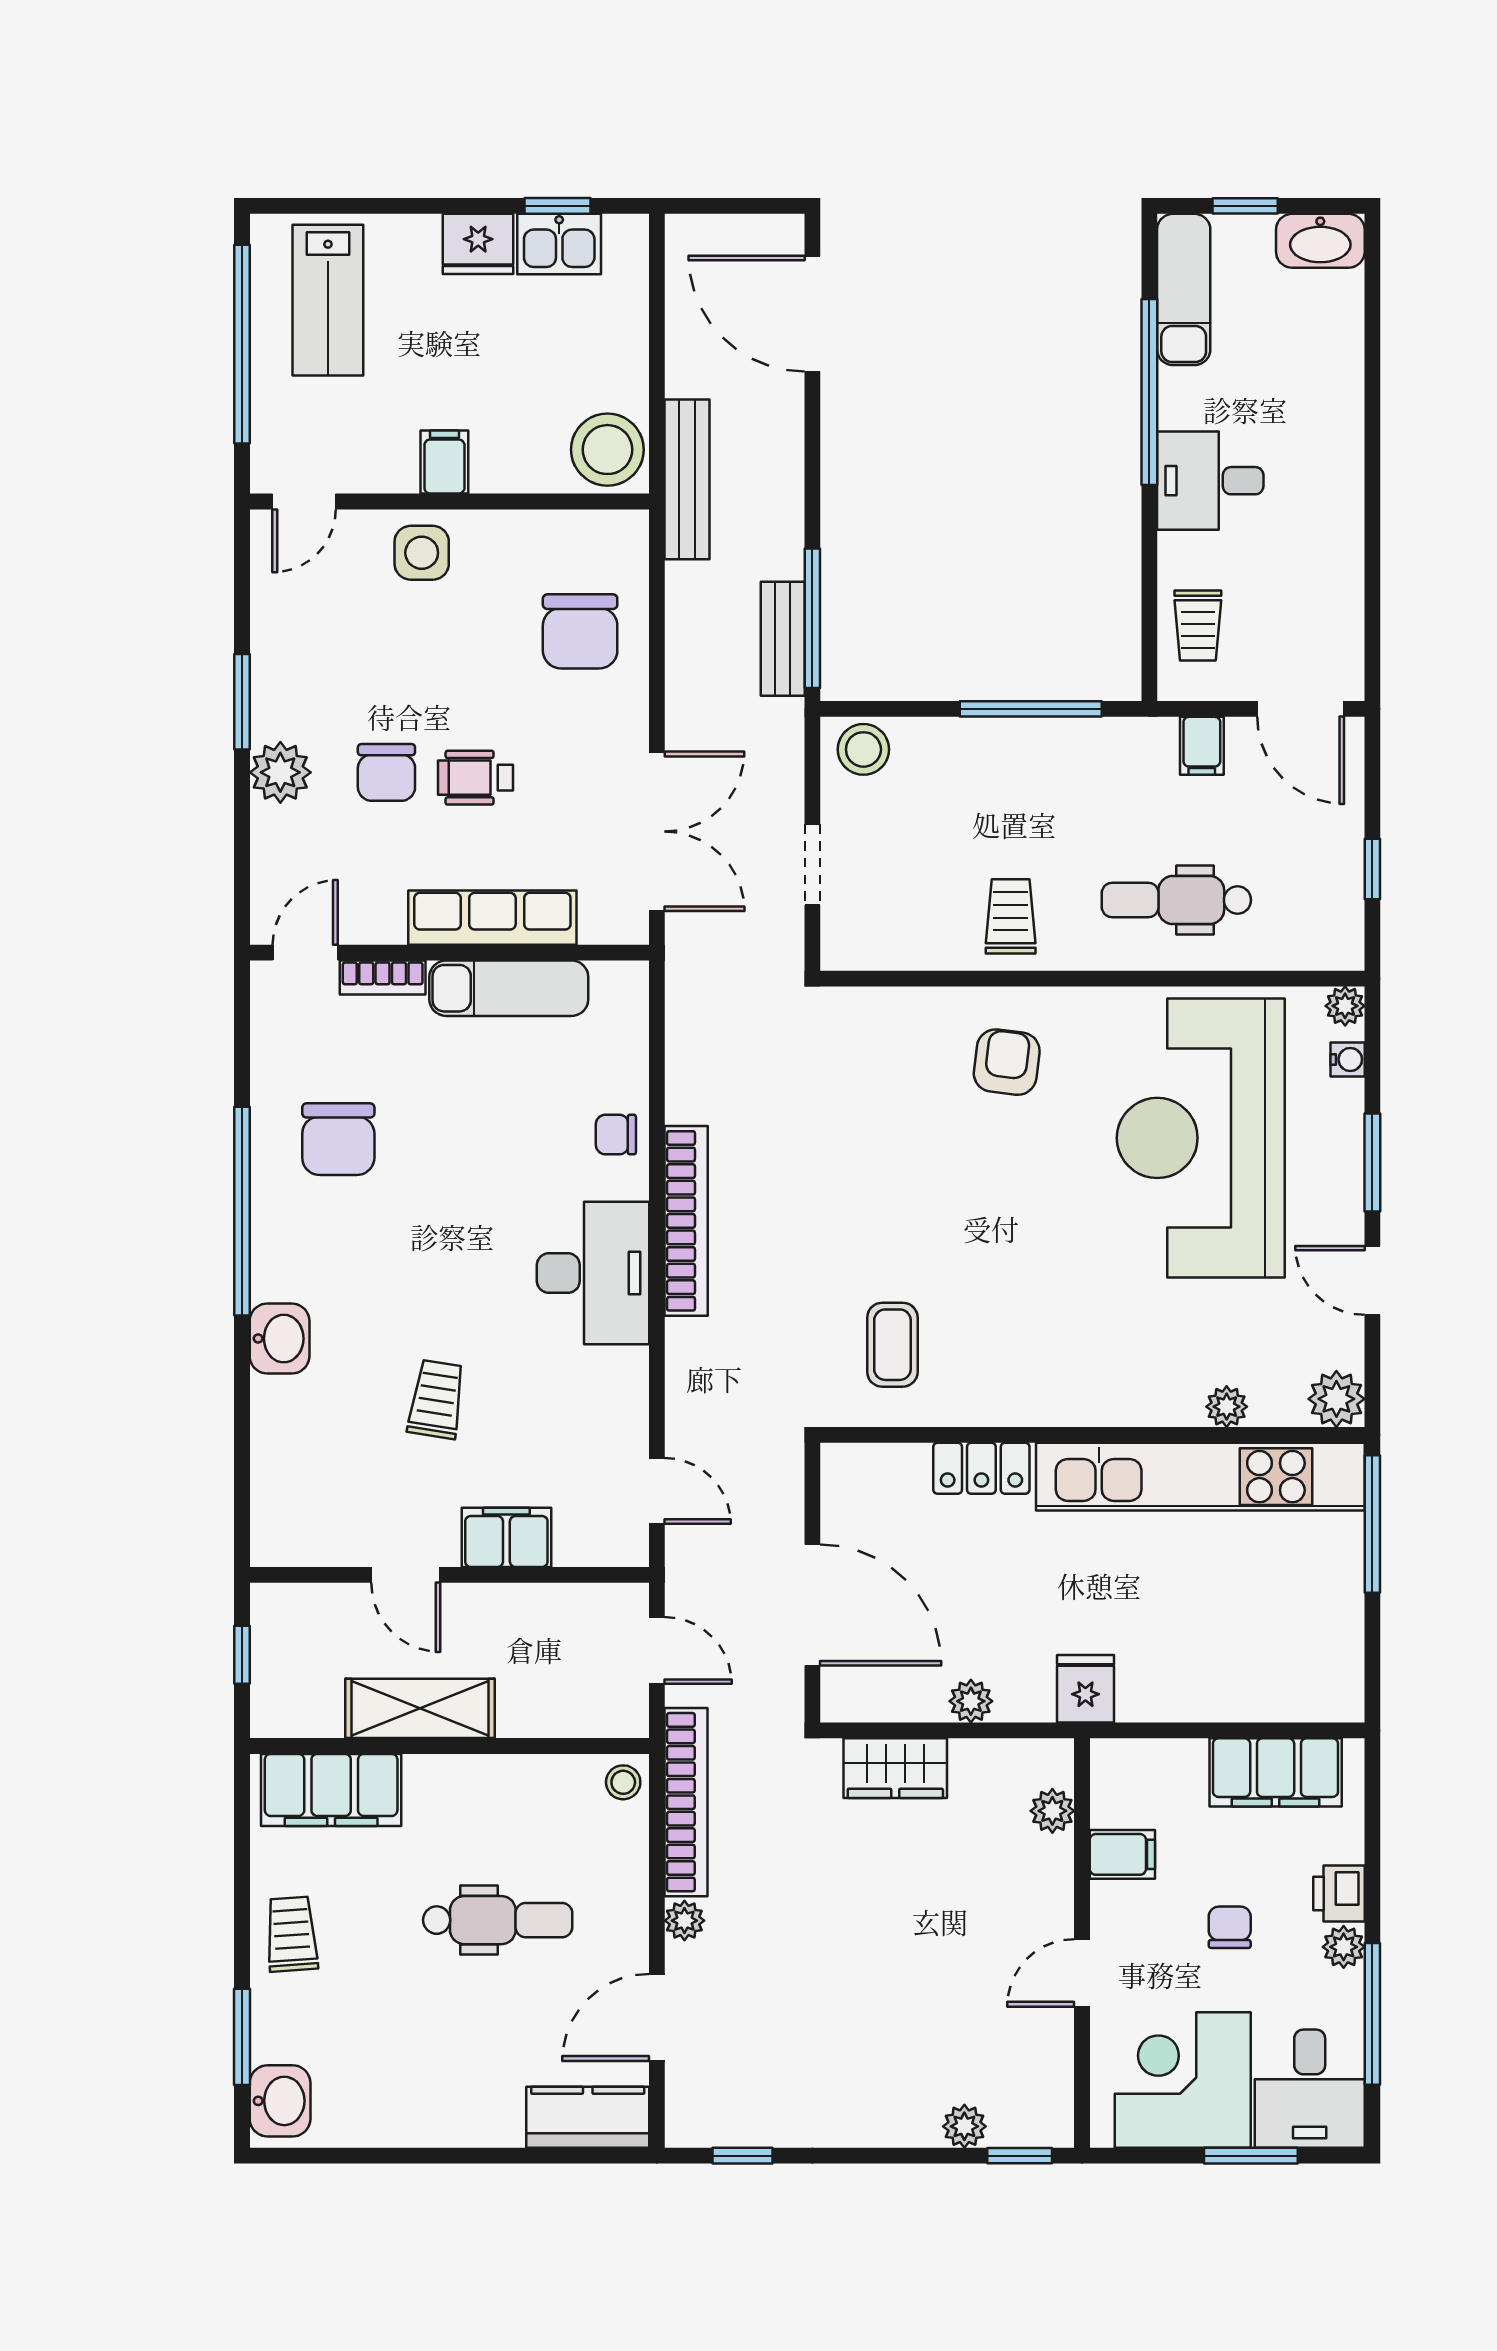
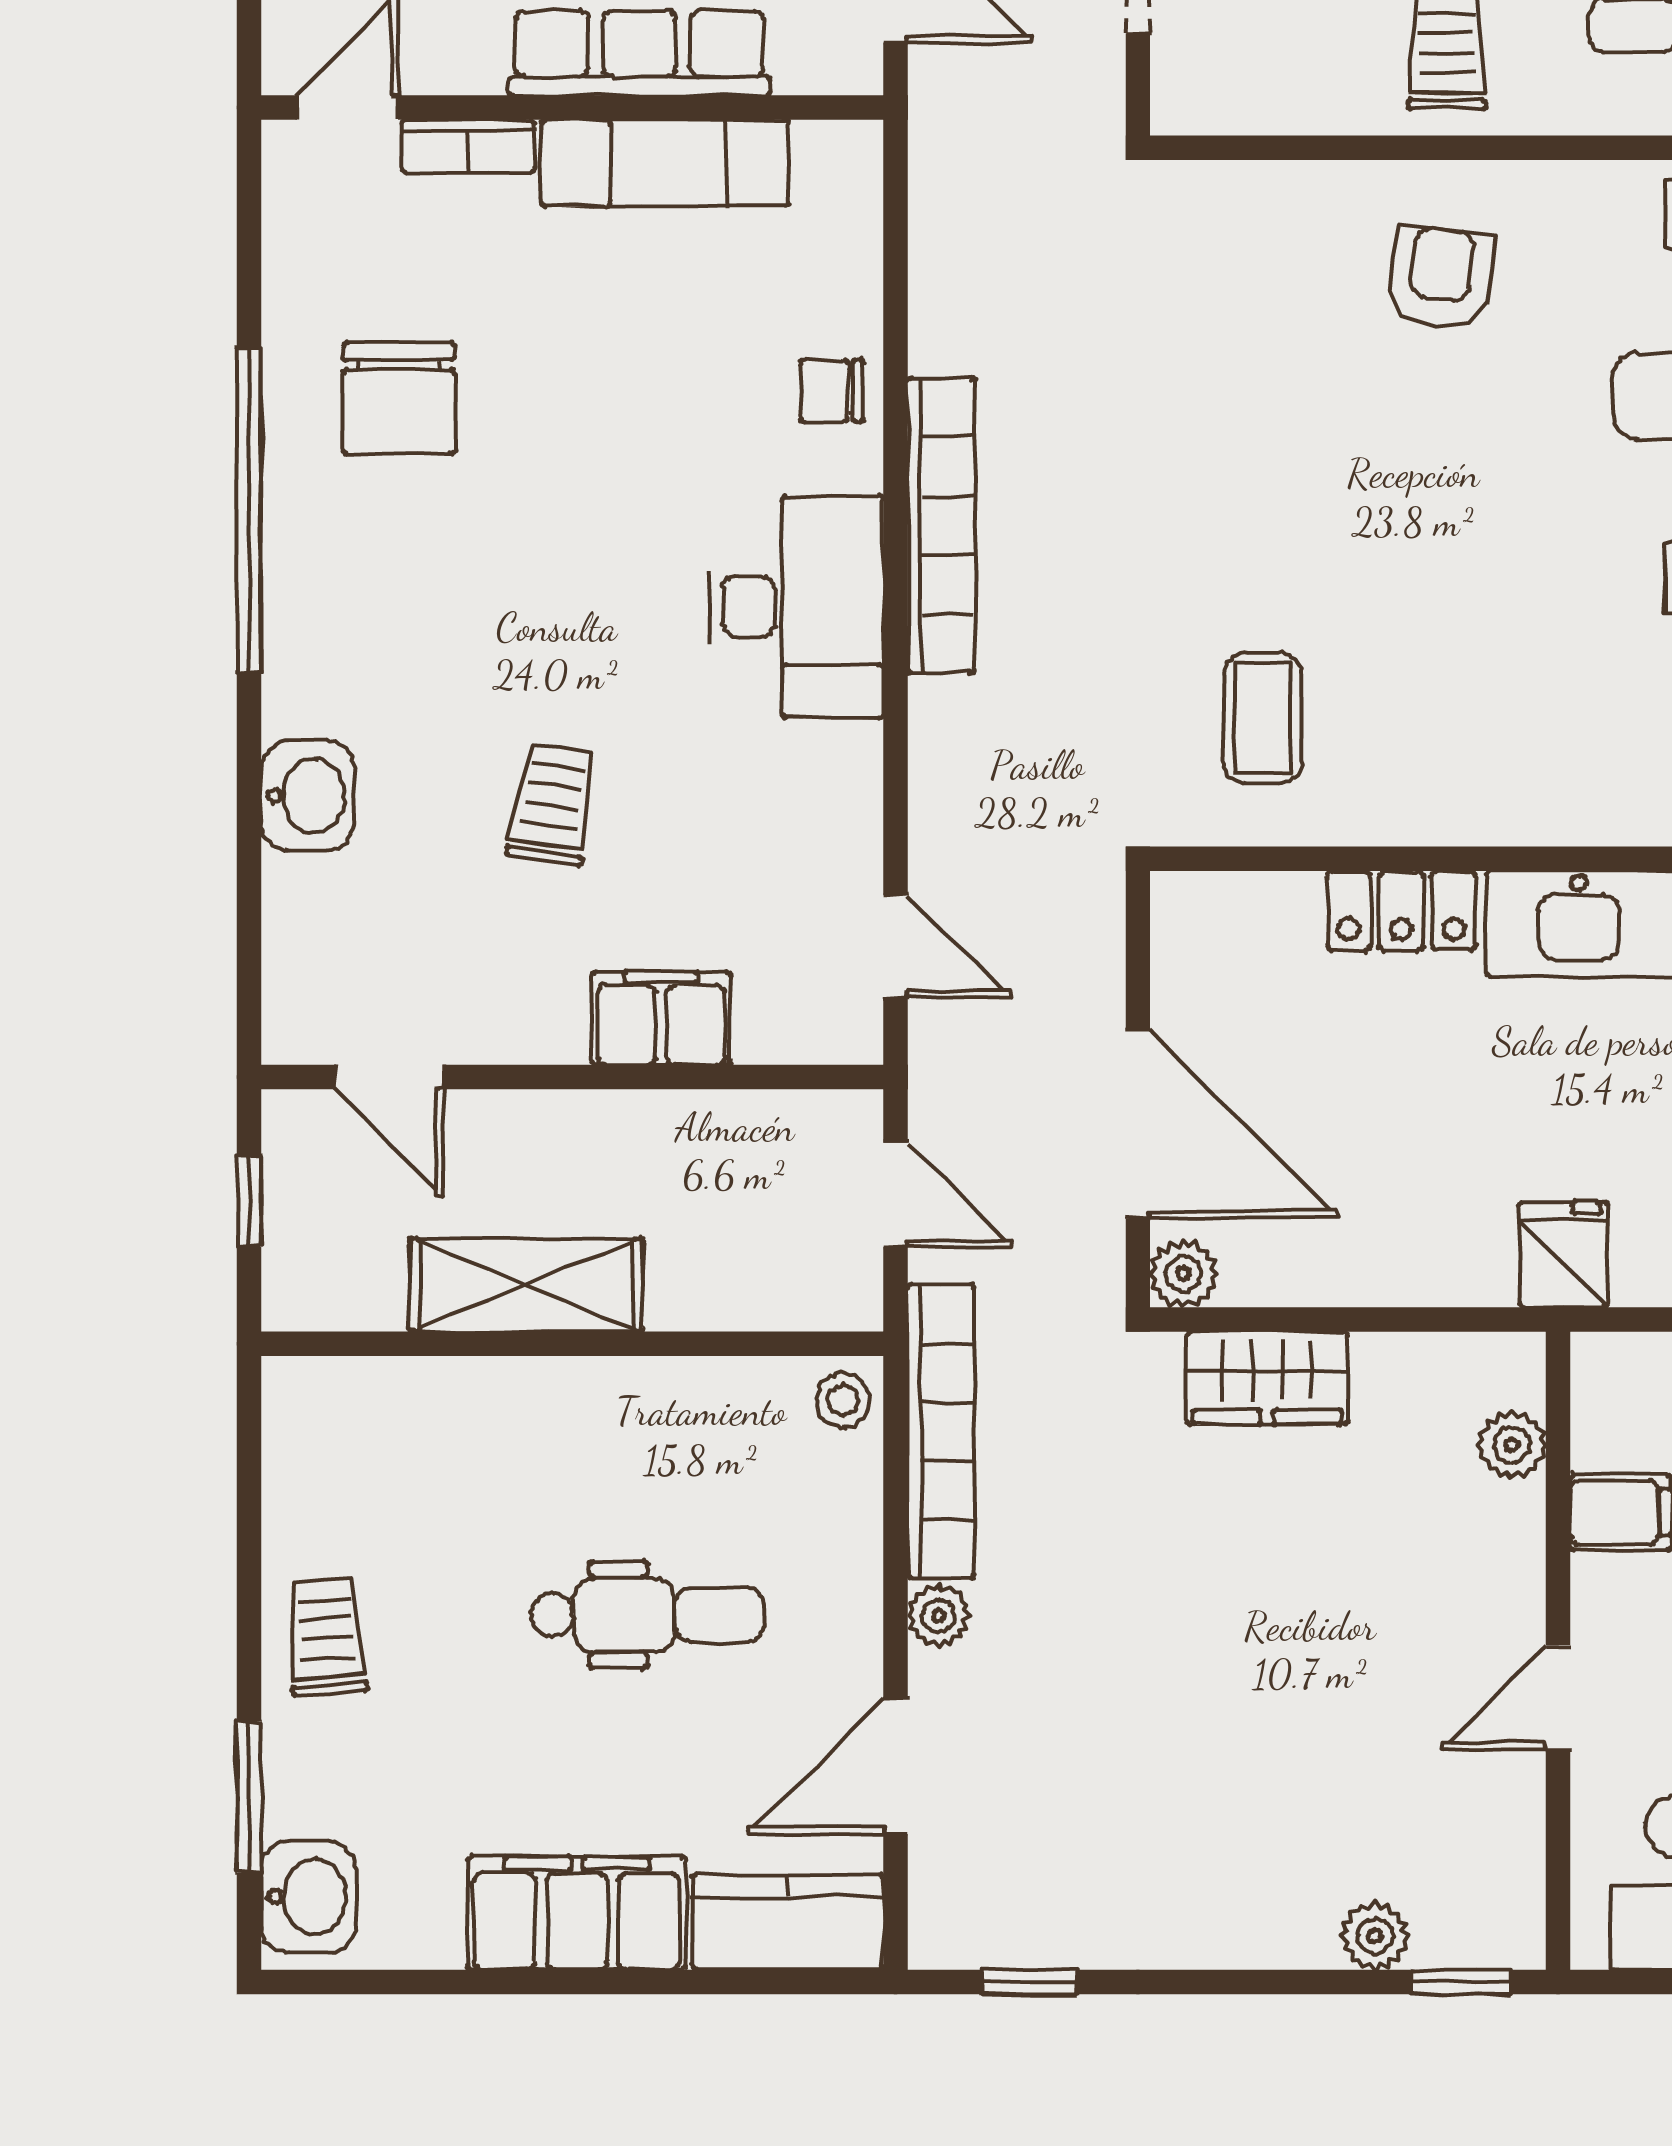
washbasin: (280, 1339) -> (308, 796), moved
door: (406, 1575) -> (389, 1077), moved
plant: (971, 1701) -> (1183, 1274), moved
filing cabinet: (331, 1790) -> (577, 1913), moved, turned 180

